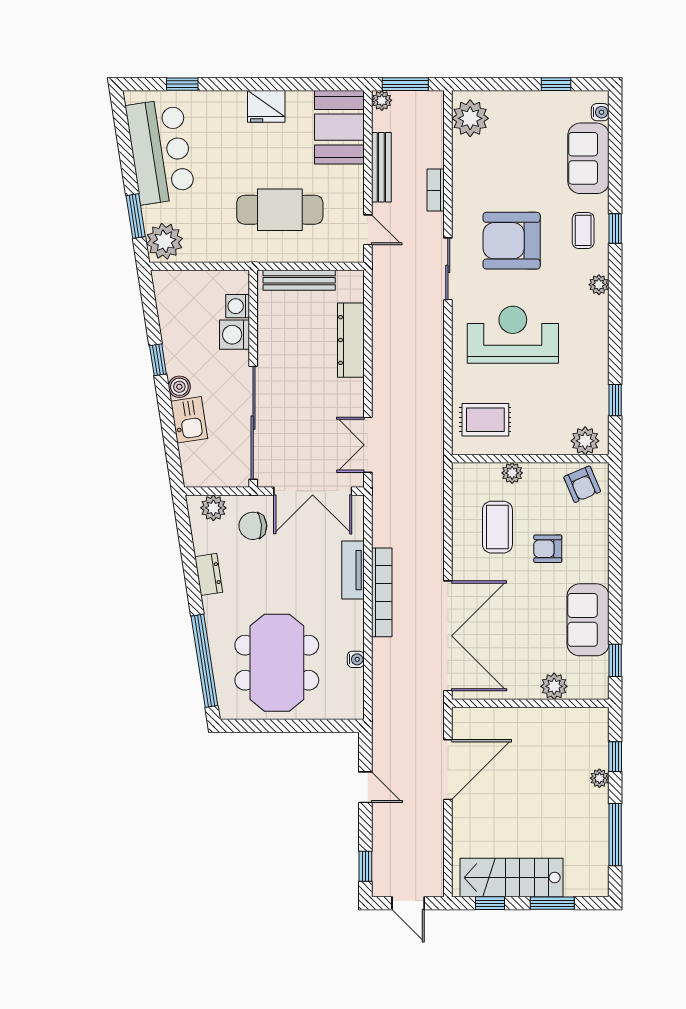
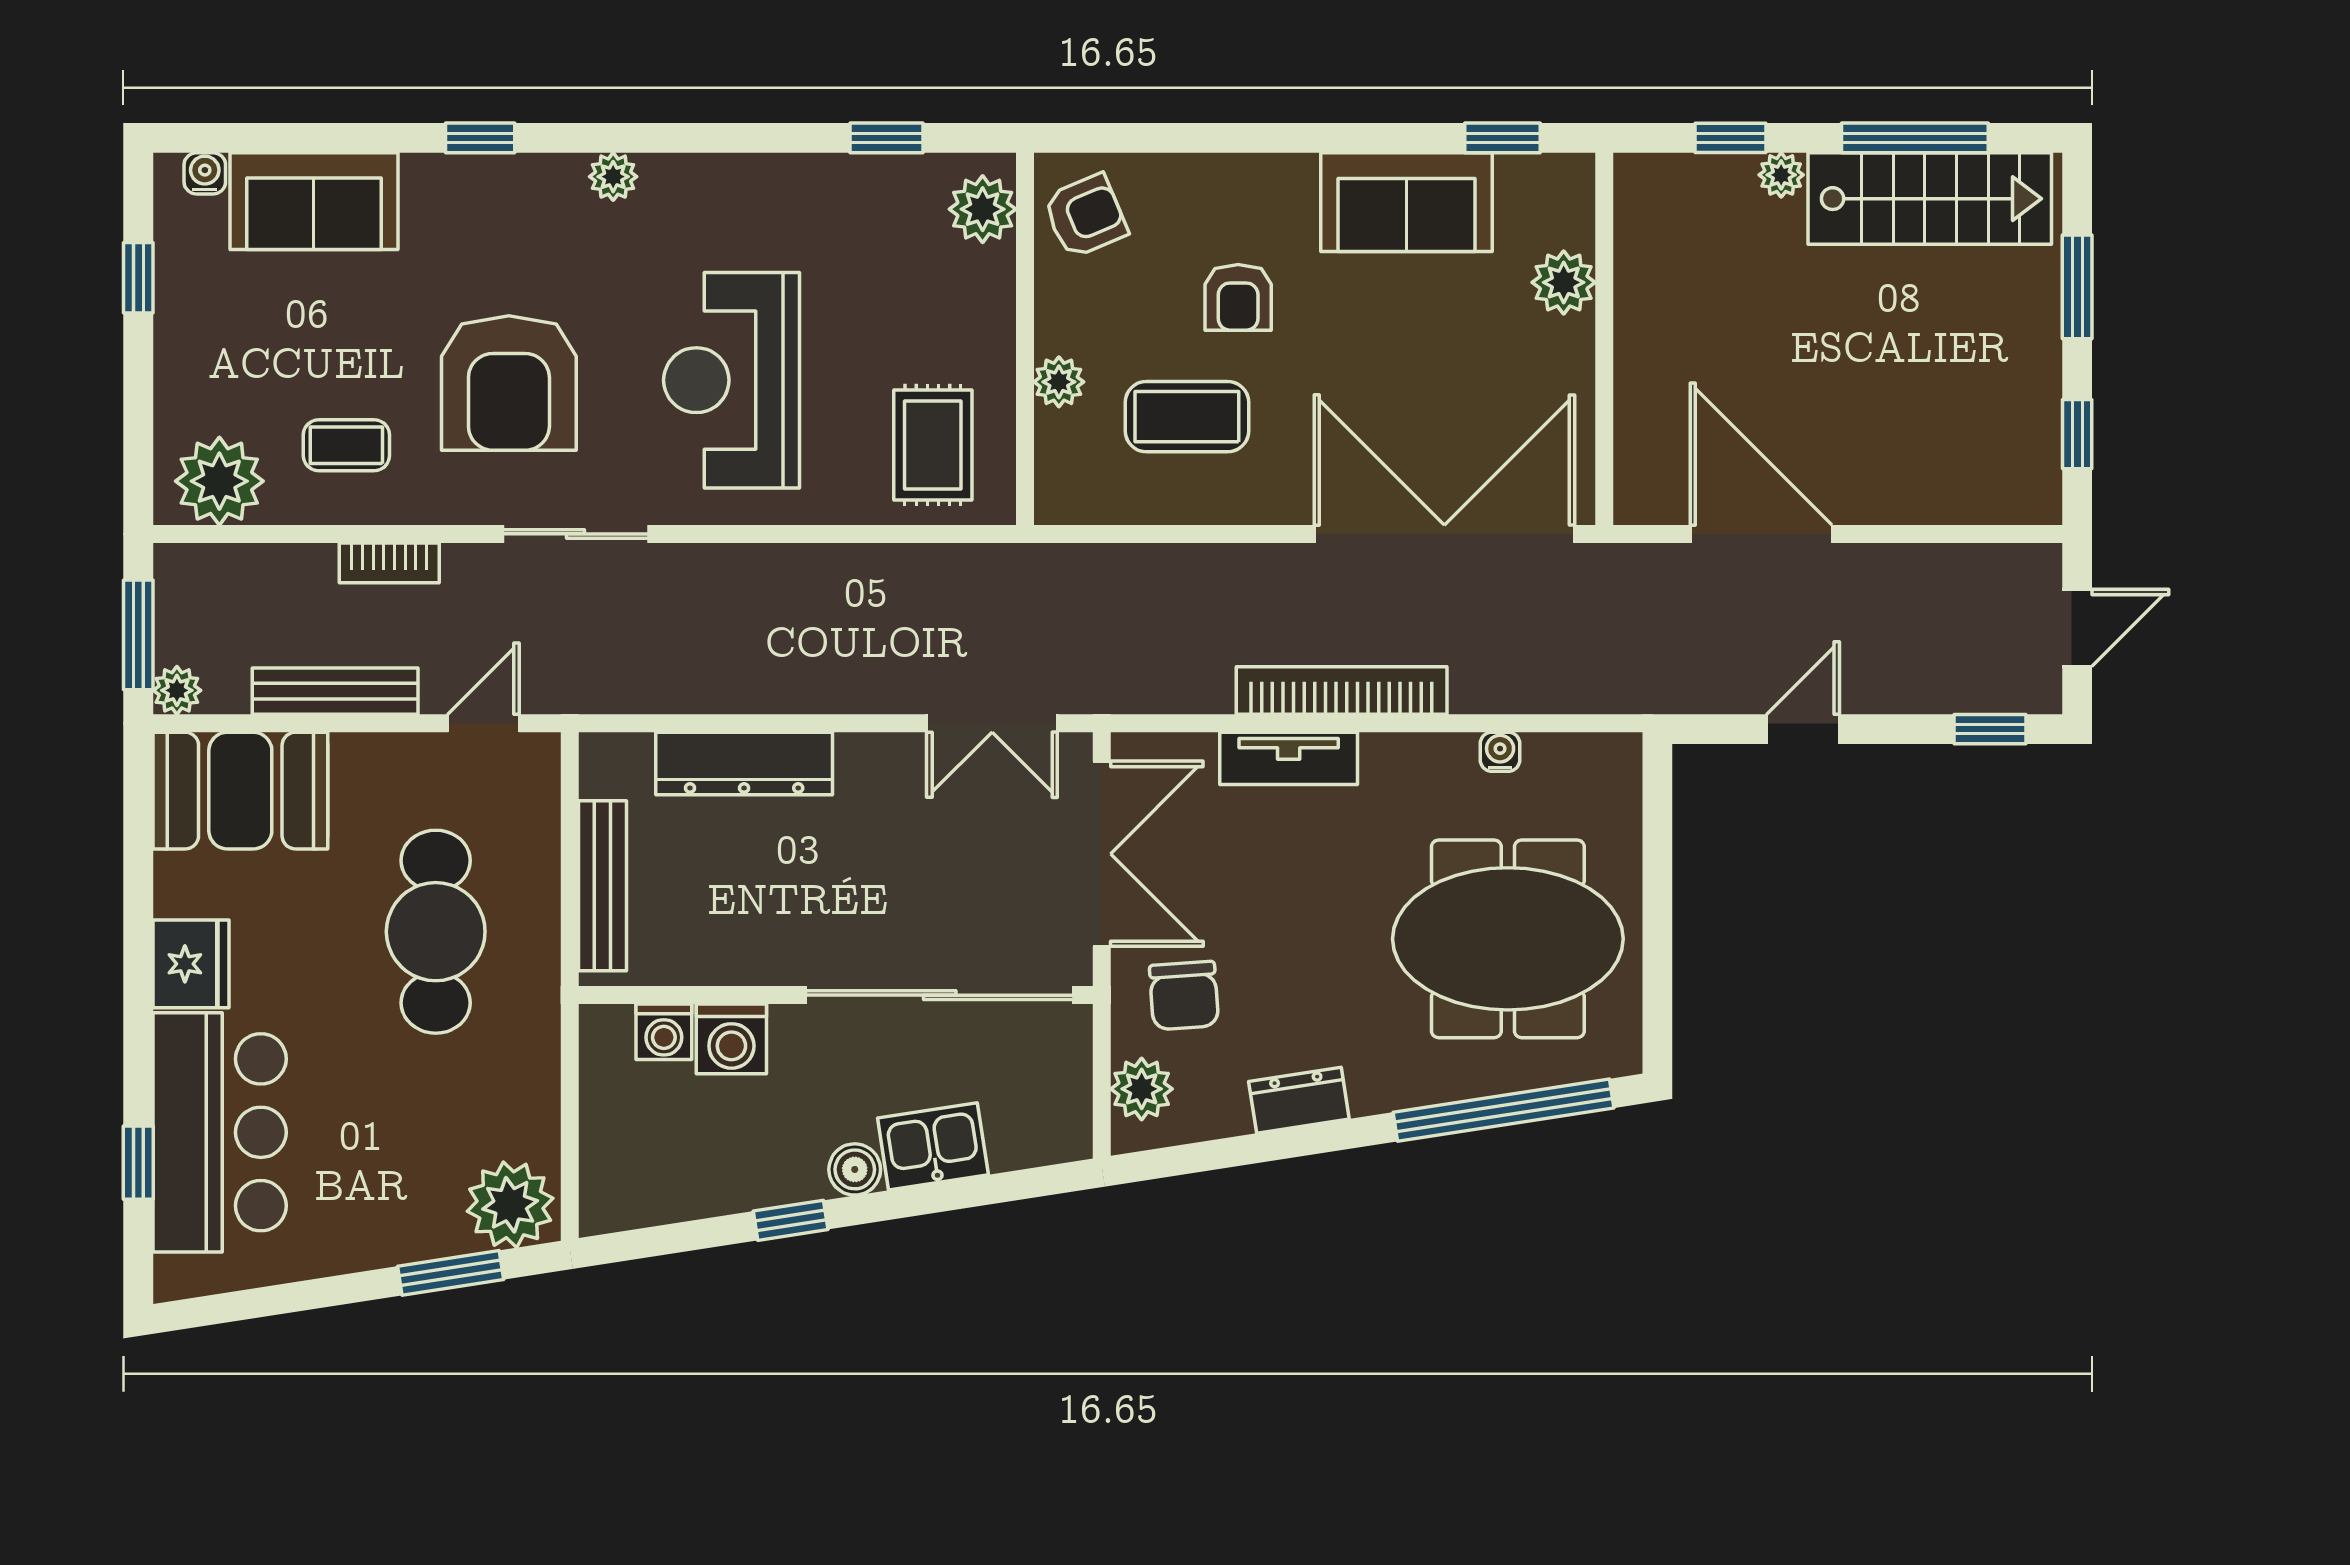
bar counter: (160, 151) -> (220, 1132), moved, turned 99
coffee table: (583, 230) -> (346, 445), moved
stairs: (511, 878) -> (1930, 199), moved, turned -90

